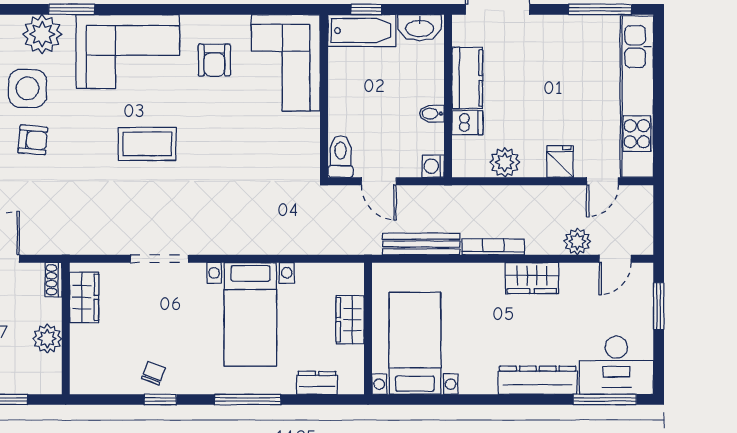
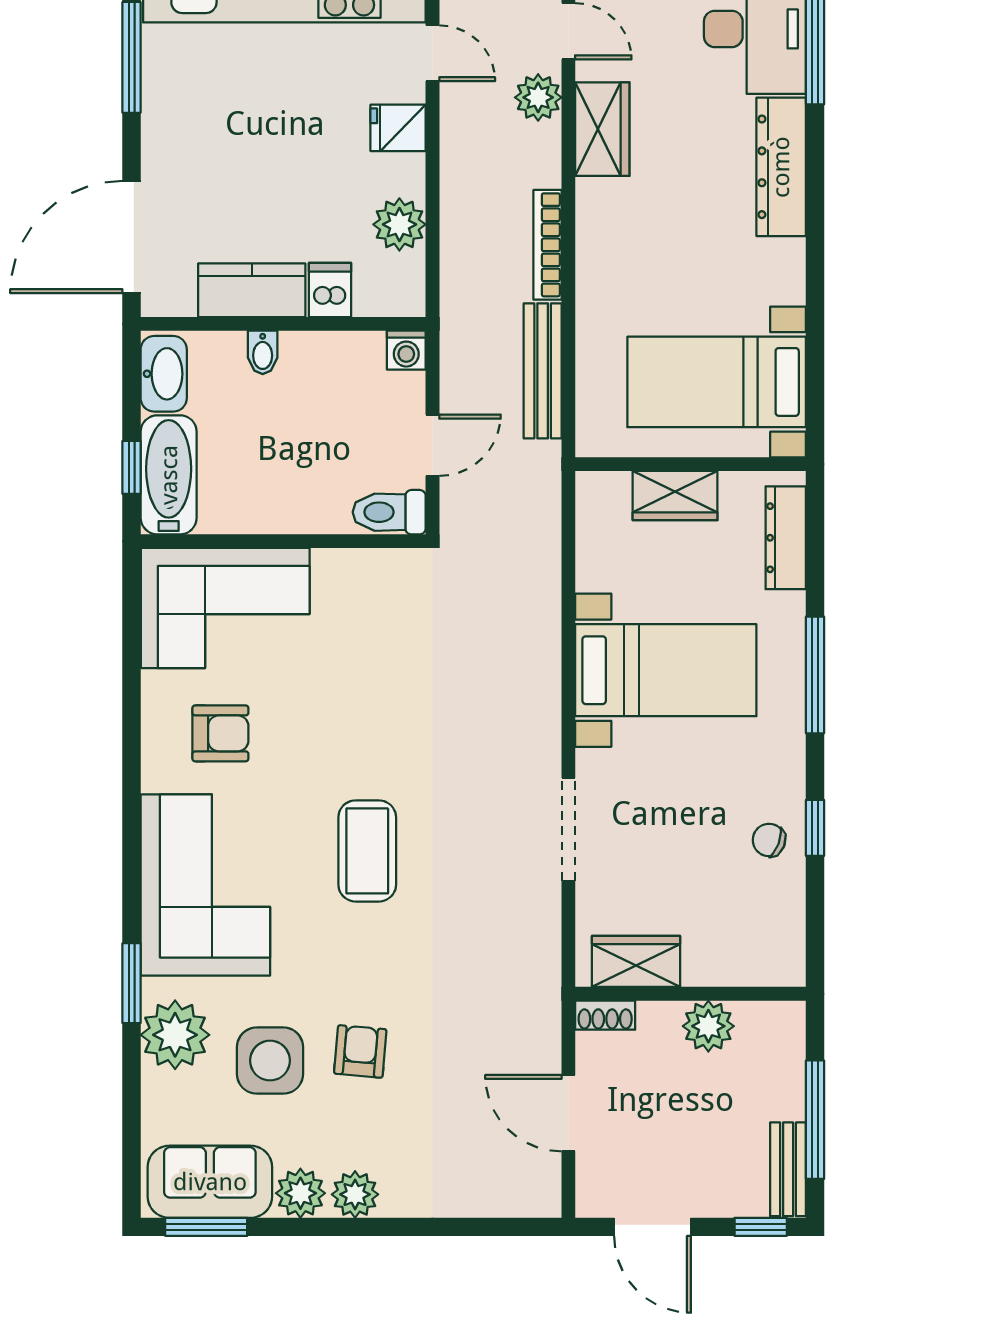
bidet: (432, 114) -> (263, 352), moved
wardrobe: (532, 278) -> (602, 129), moved
dresser: (317, 383) -> (786, 538), width x1.44

